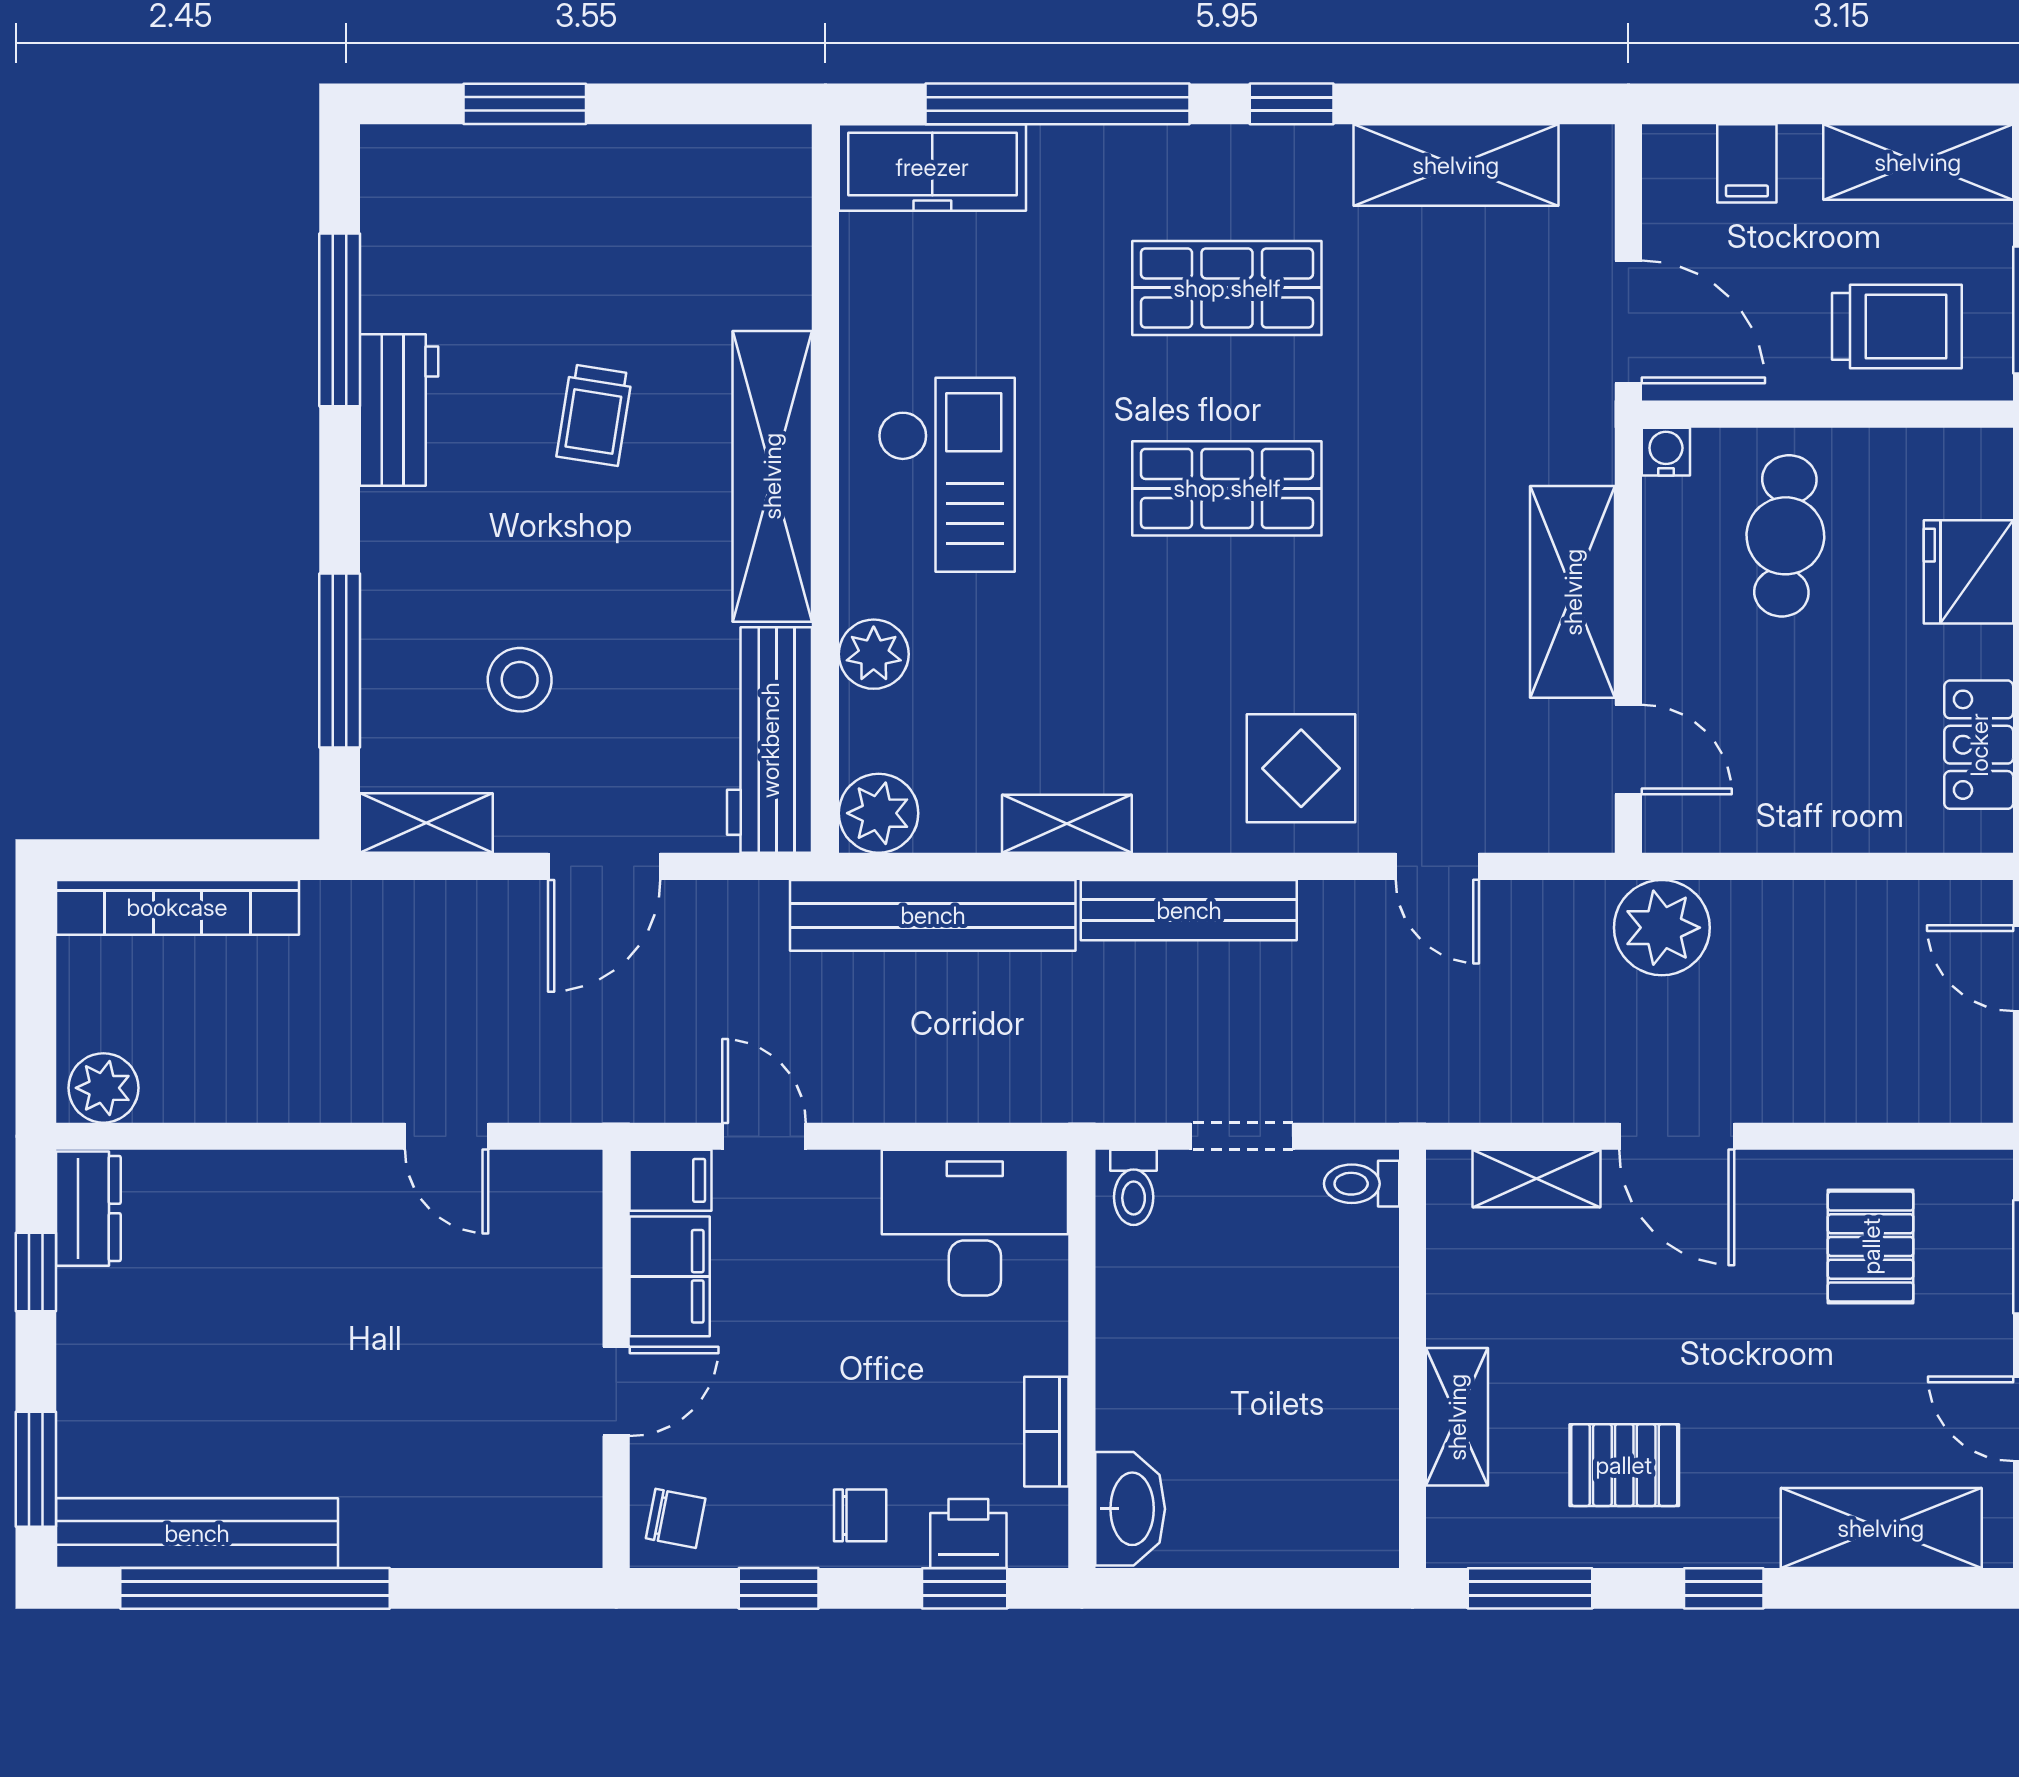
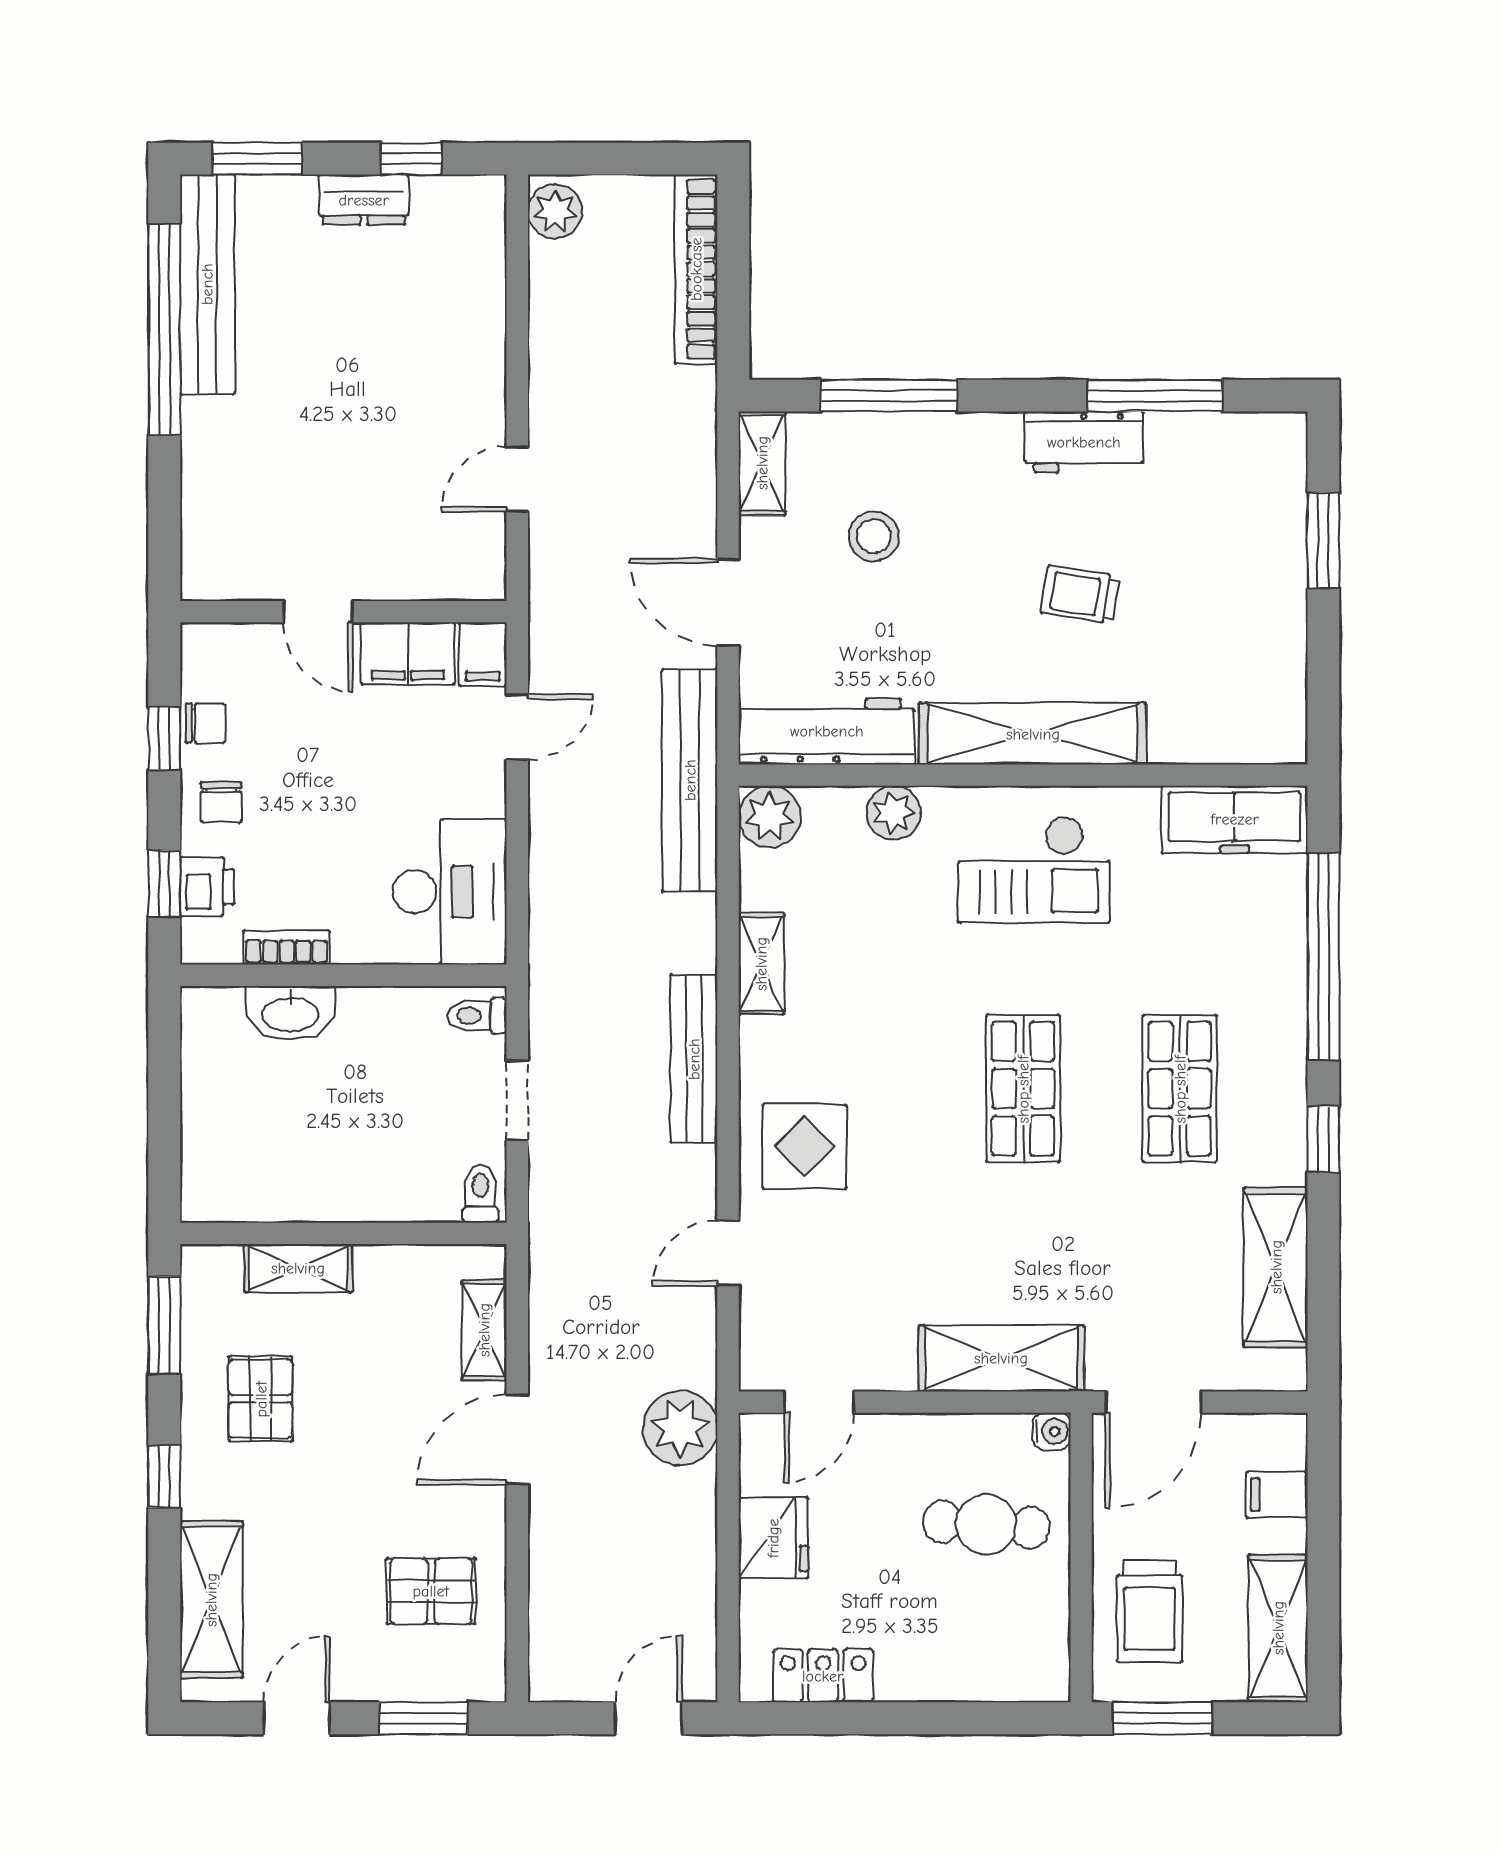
freezer: (932, 167) -> (1235, 819), moved, turned -90
fridge: (1969, 572) -> (773, 1538), moved, turned 90
shelving: (1573, 592) -> (1001, 1358), moved
bench: (933, 915) -> (690, 780), moved
dresser: (88, 1209) -> (364, 200), moved
washbasin: (1130, 1509) -> (290, 1013), moved
chair: (676, 1518) -> (205, 723), moved, turned -100

